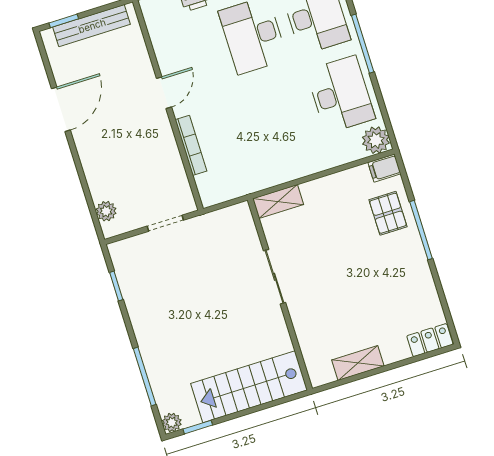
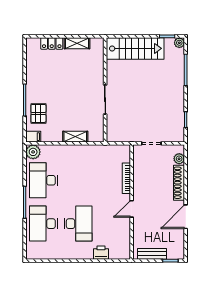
bench: (92, 26) -> (152, 254), width x0.73
shoe rack: (93, 167) -> (179, 183), added
shelving: (278, 201) -> (75, 137), moved
locker: (430, 340) -> (52, 43), moved

